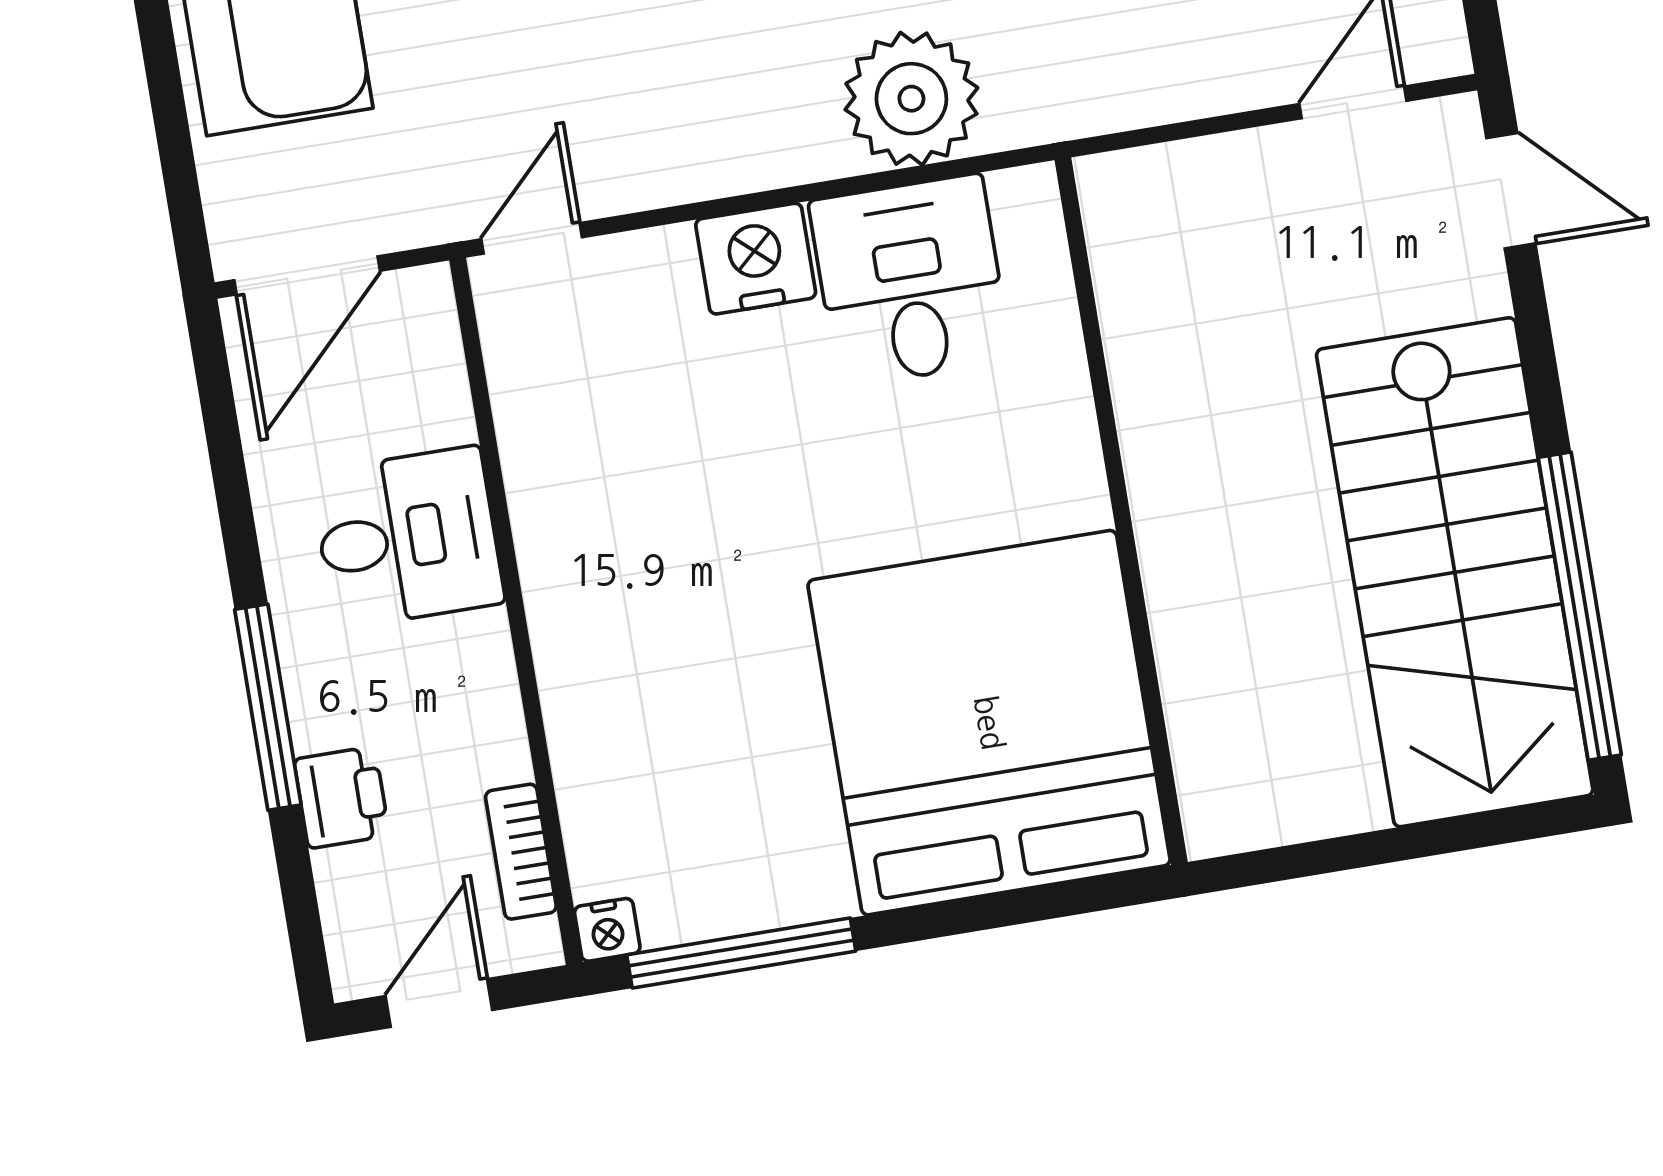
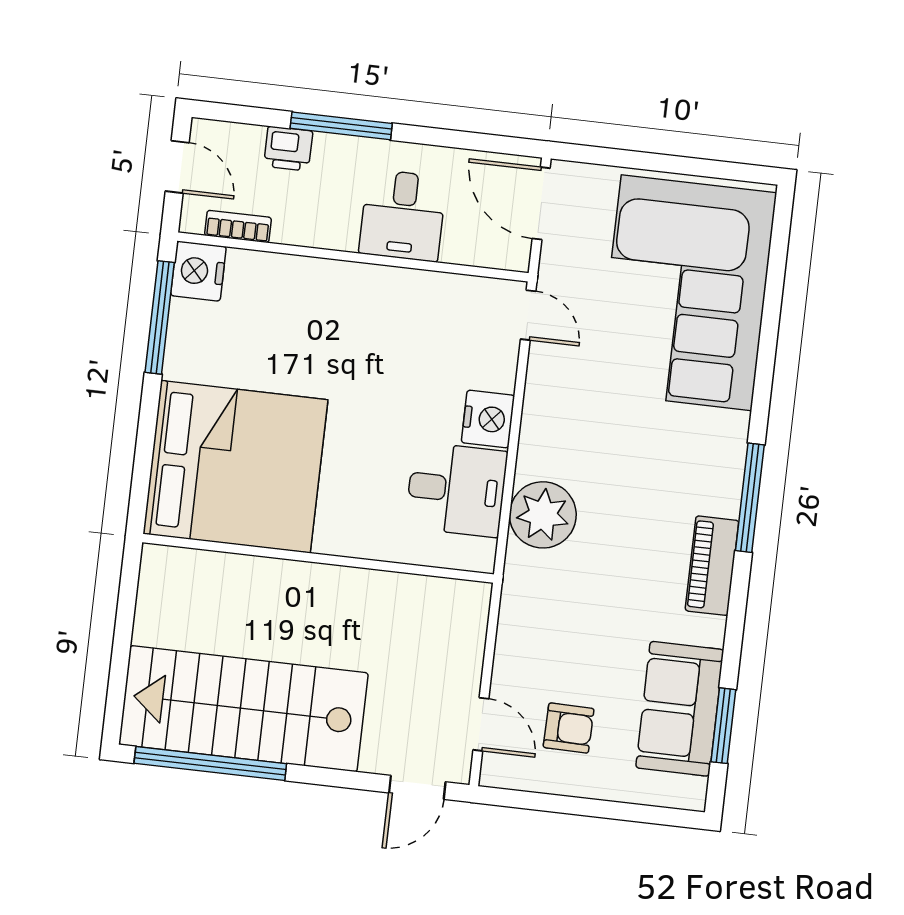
nightstand: (607, 930) -> (198, 271), width x1.89, depth x1.79

